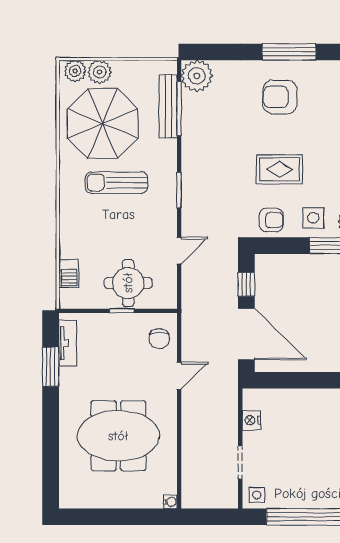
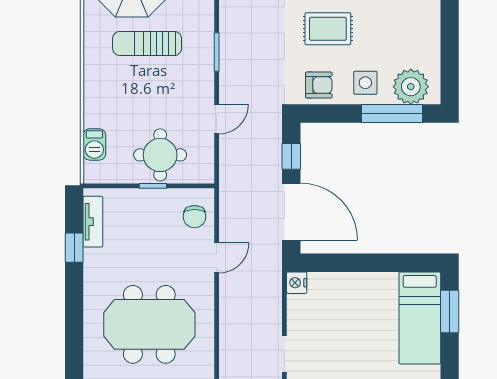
window: (51, 367) -> (74, 248), width x0.67
nightstand: (251, 420) -> (297, 283), moved

